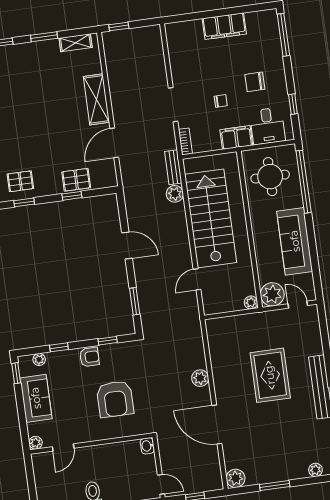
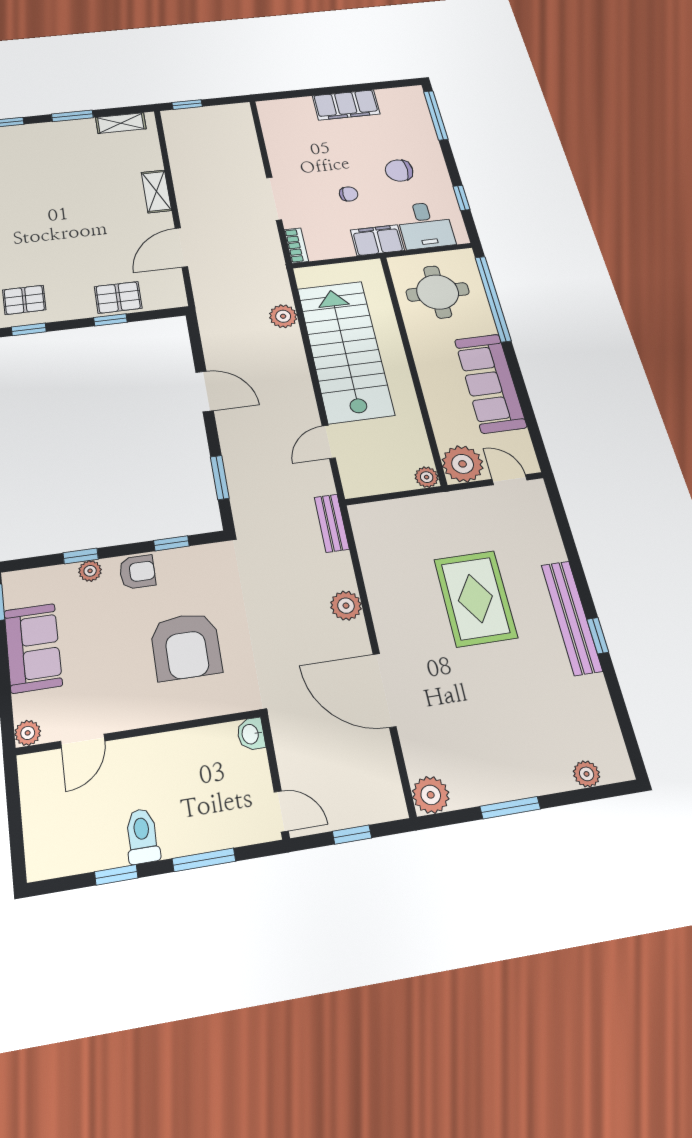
shelving: (96, 99) -> (156, 191), width x0.67, depth x0.75
bench: (173, 167) -> (332, 523), moved
plant: (39, 359) -> (90, 571), moved

